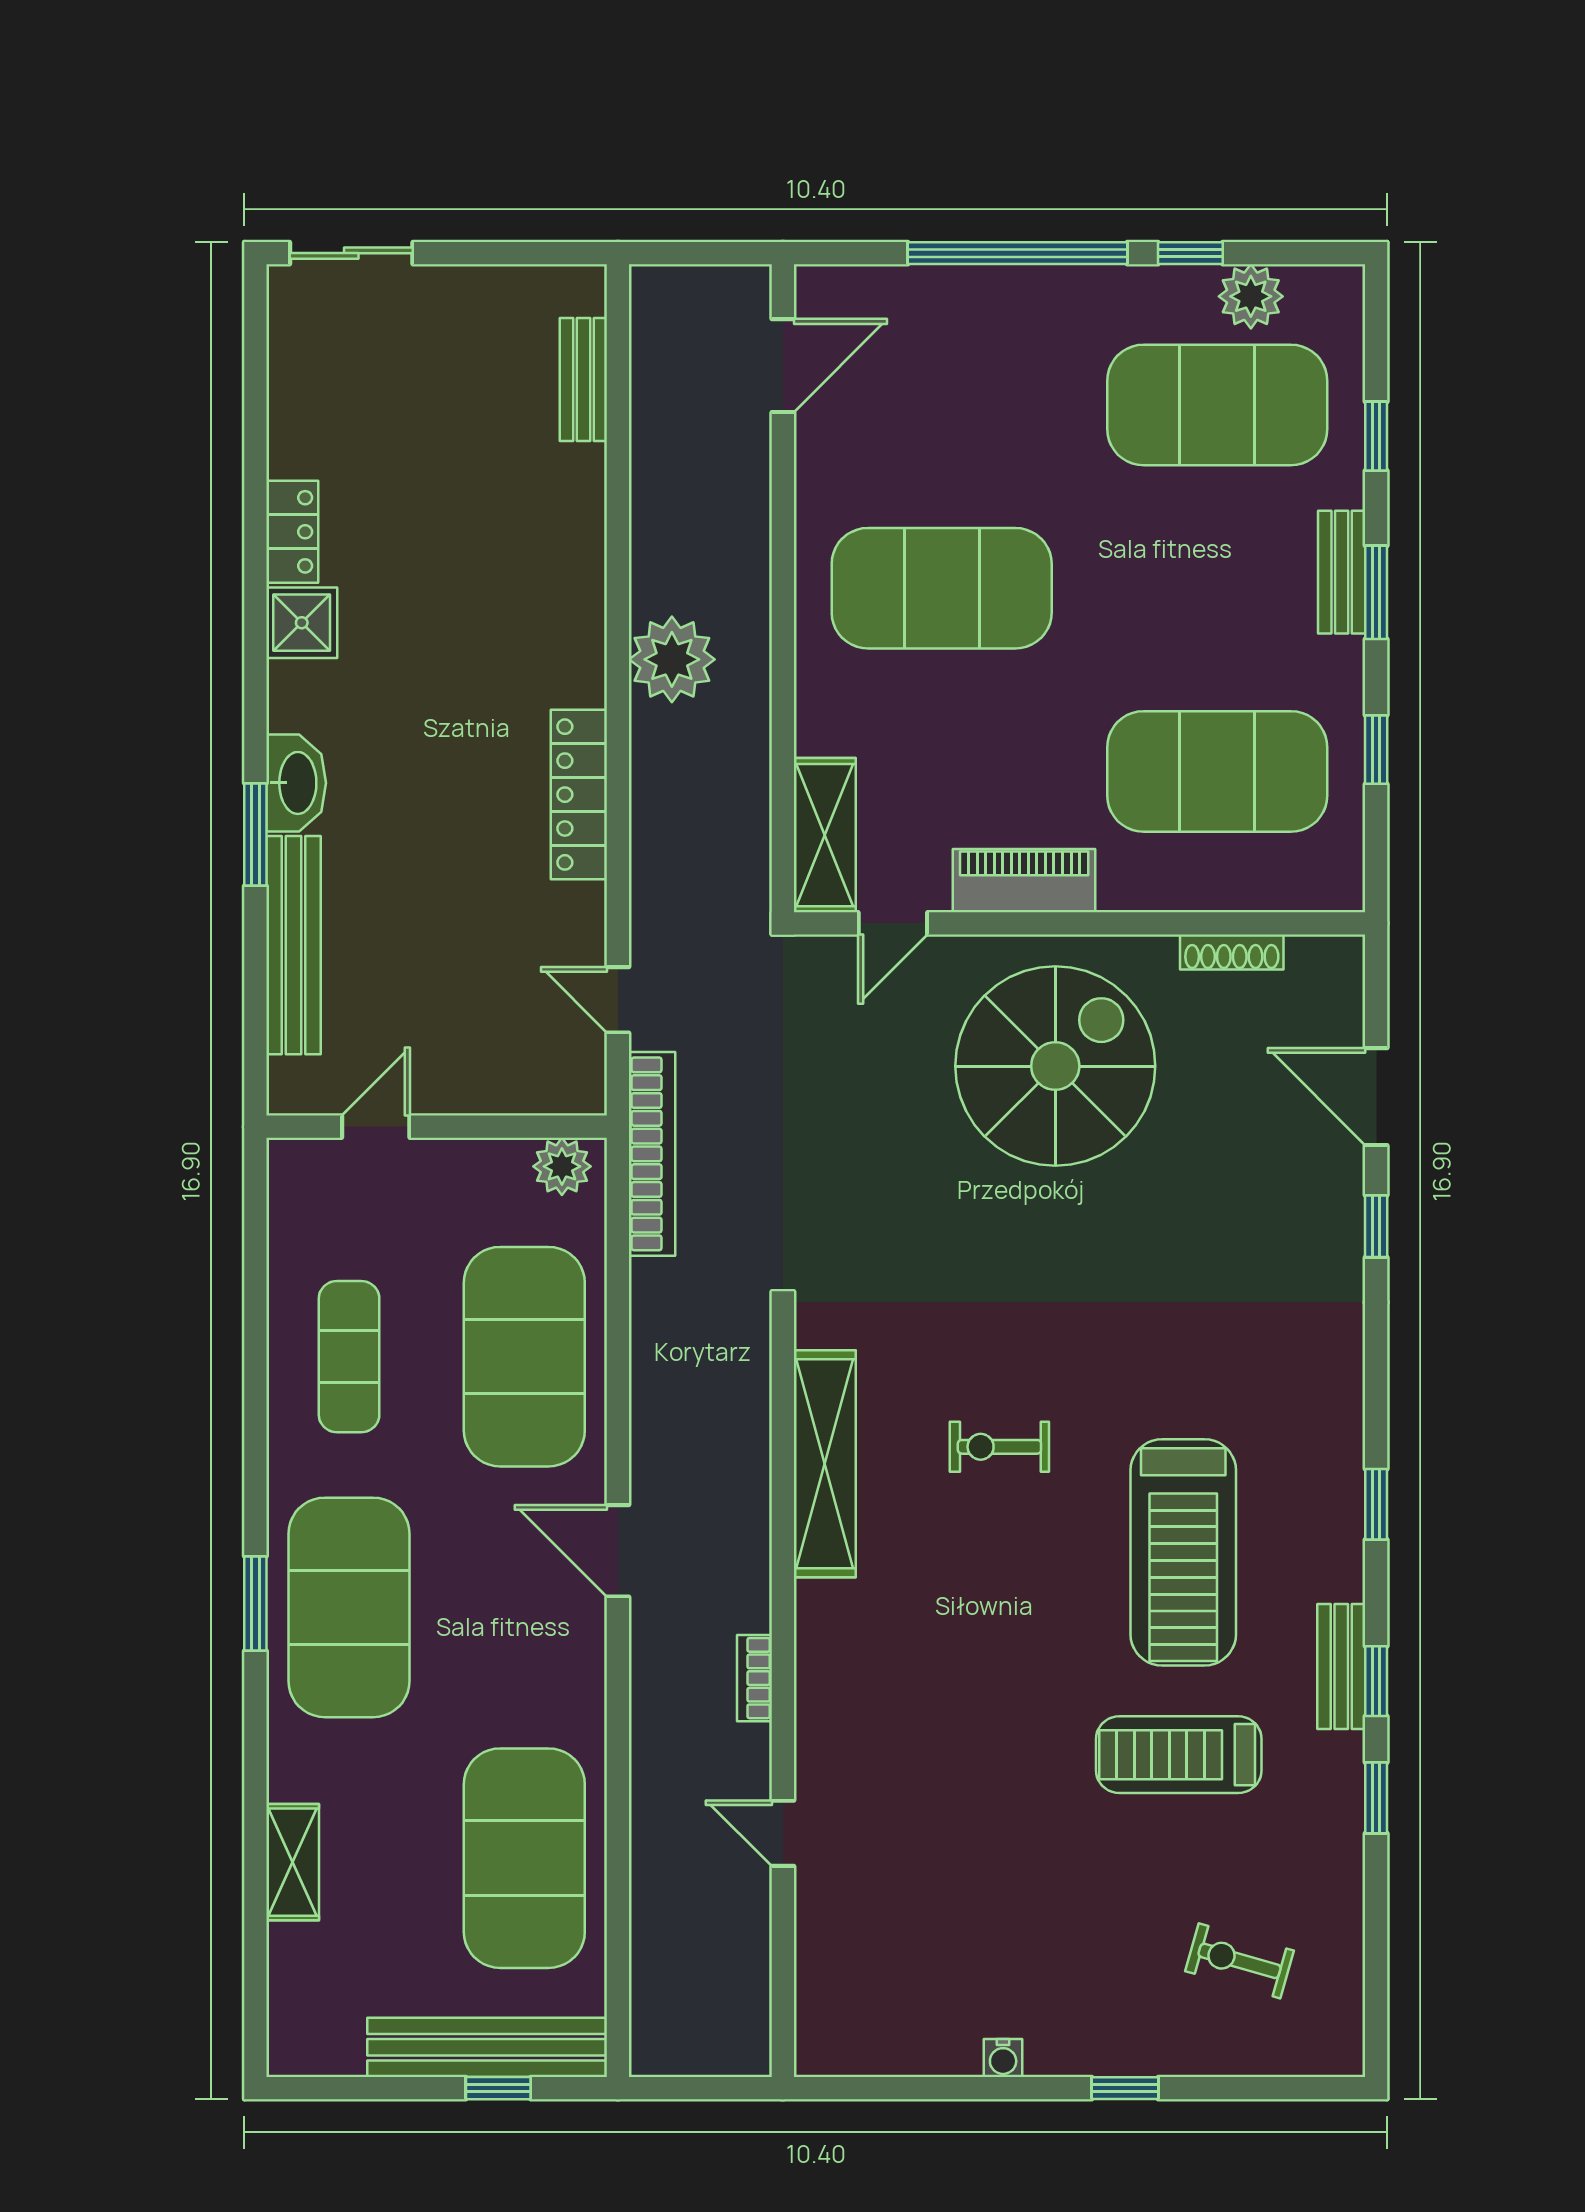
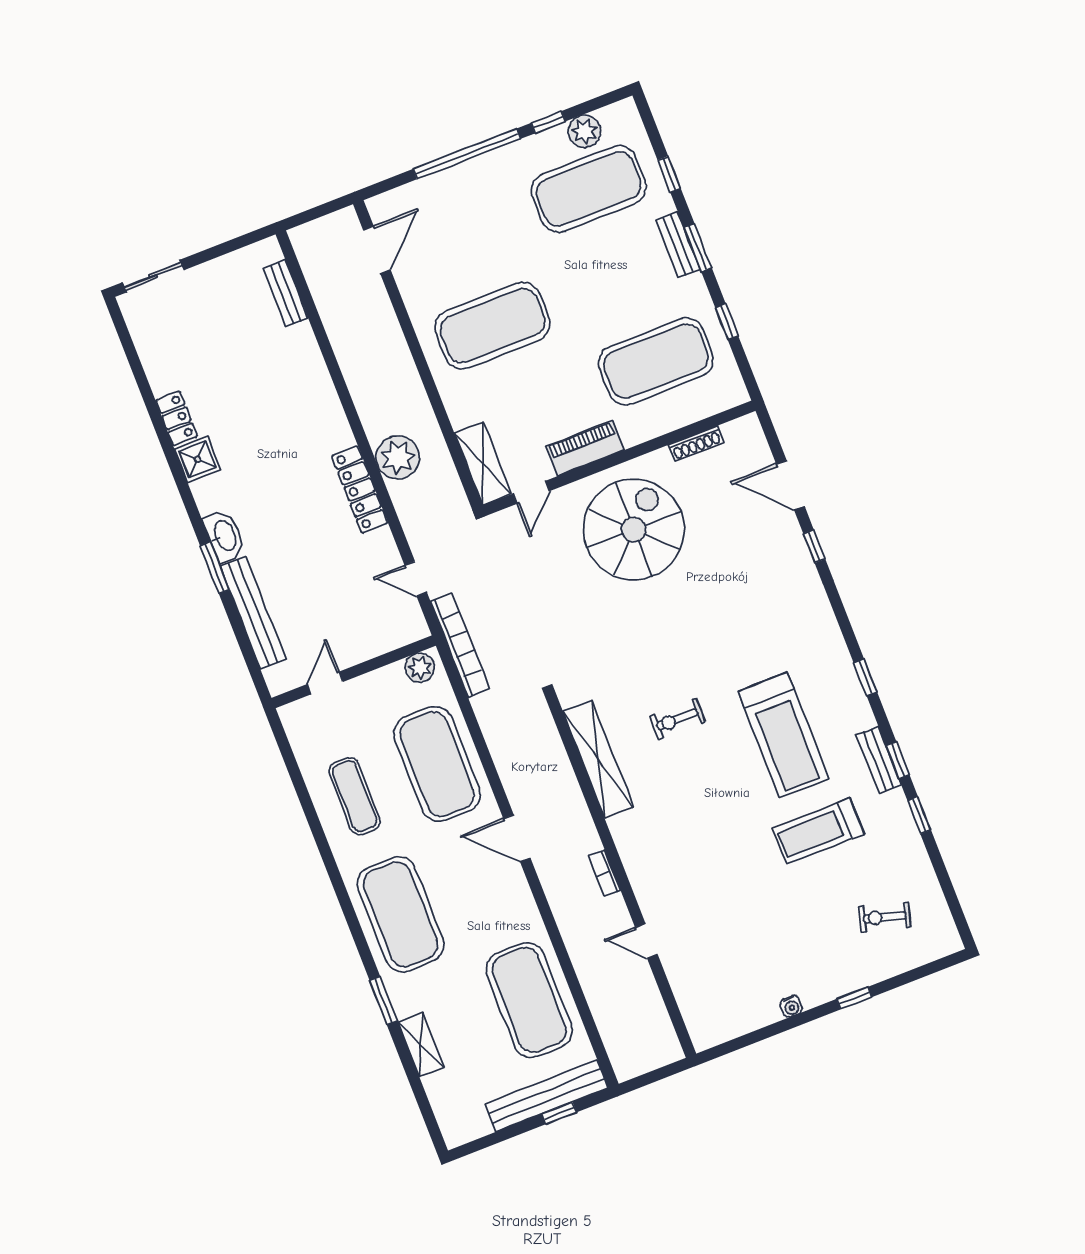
plant: (672, 659) -> (398, 458), moved
window: (255, 1604) -> (384, 1001), moved

